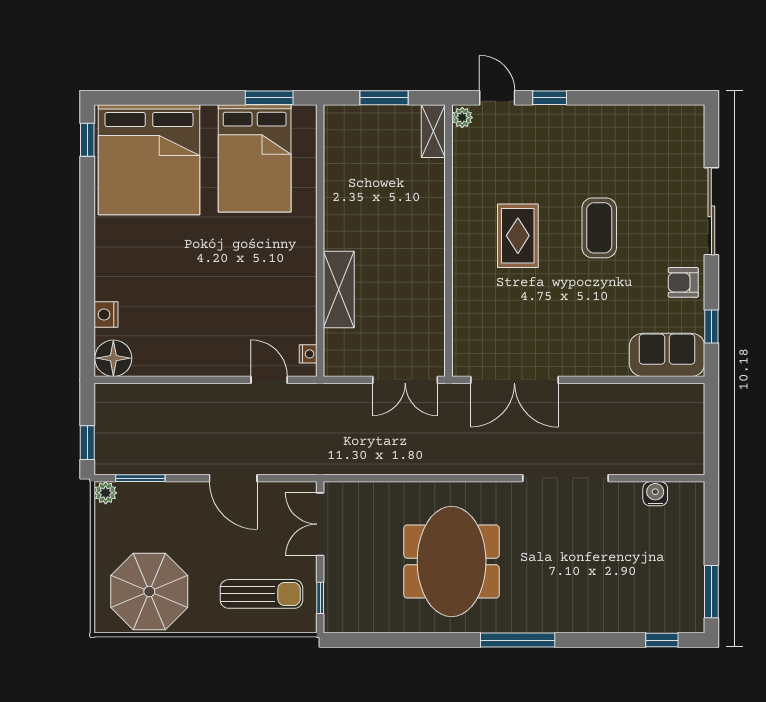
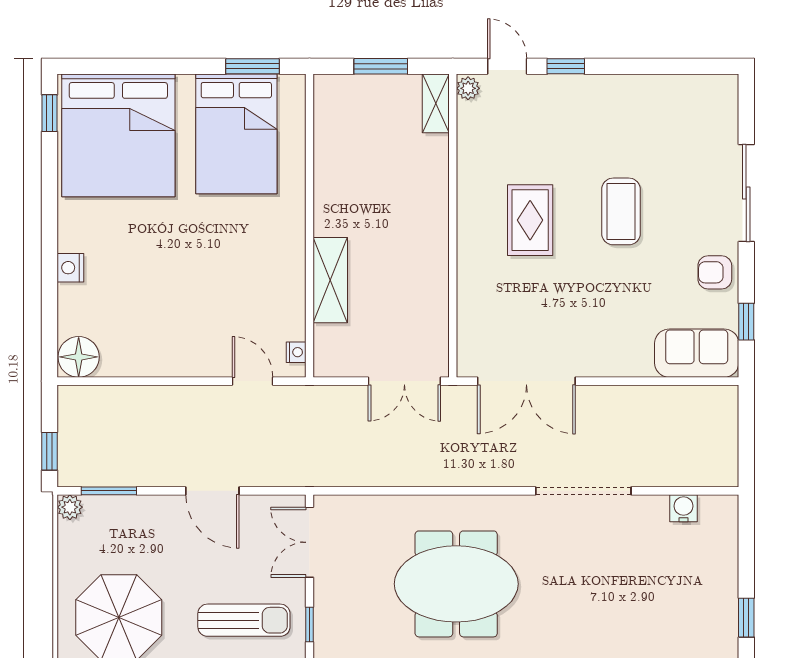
nightstand: (106, 315) -> (70, 268), moved
meeting table: (452, 561) -> (456, 584), turned 90
window: (711, 592) -> (746, 618), width x0.67

